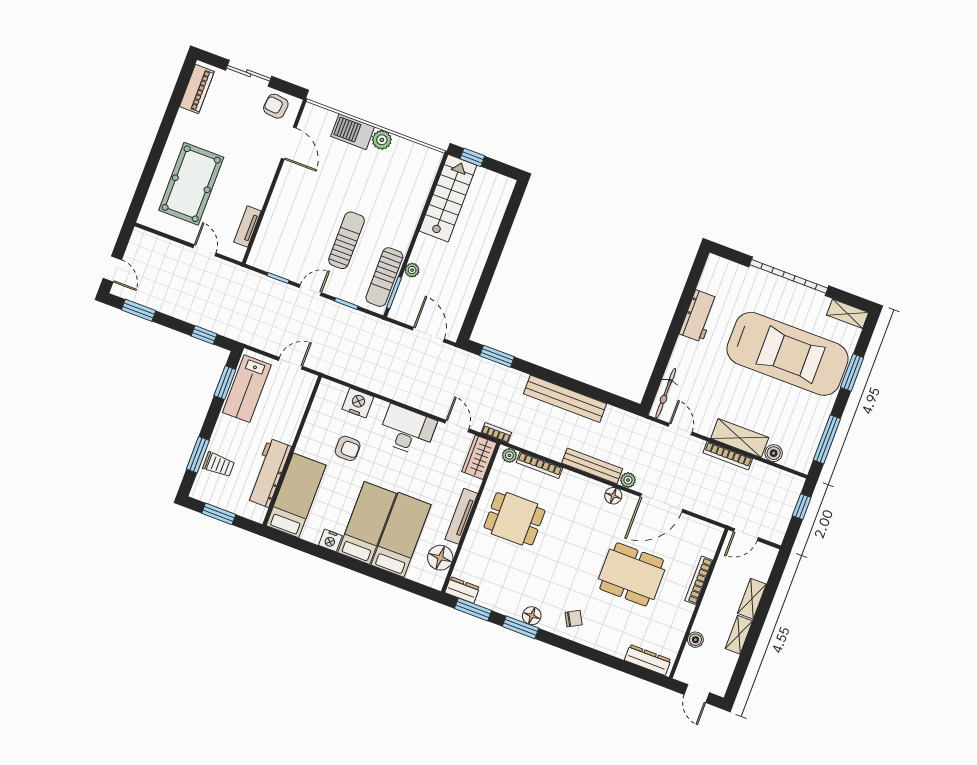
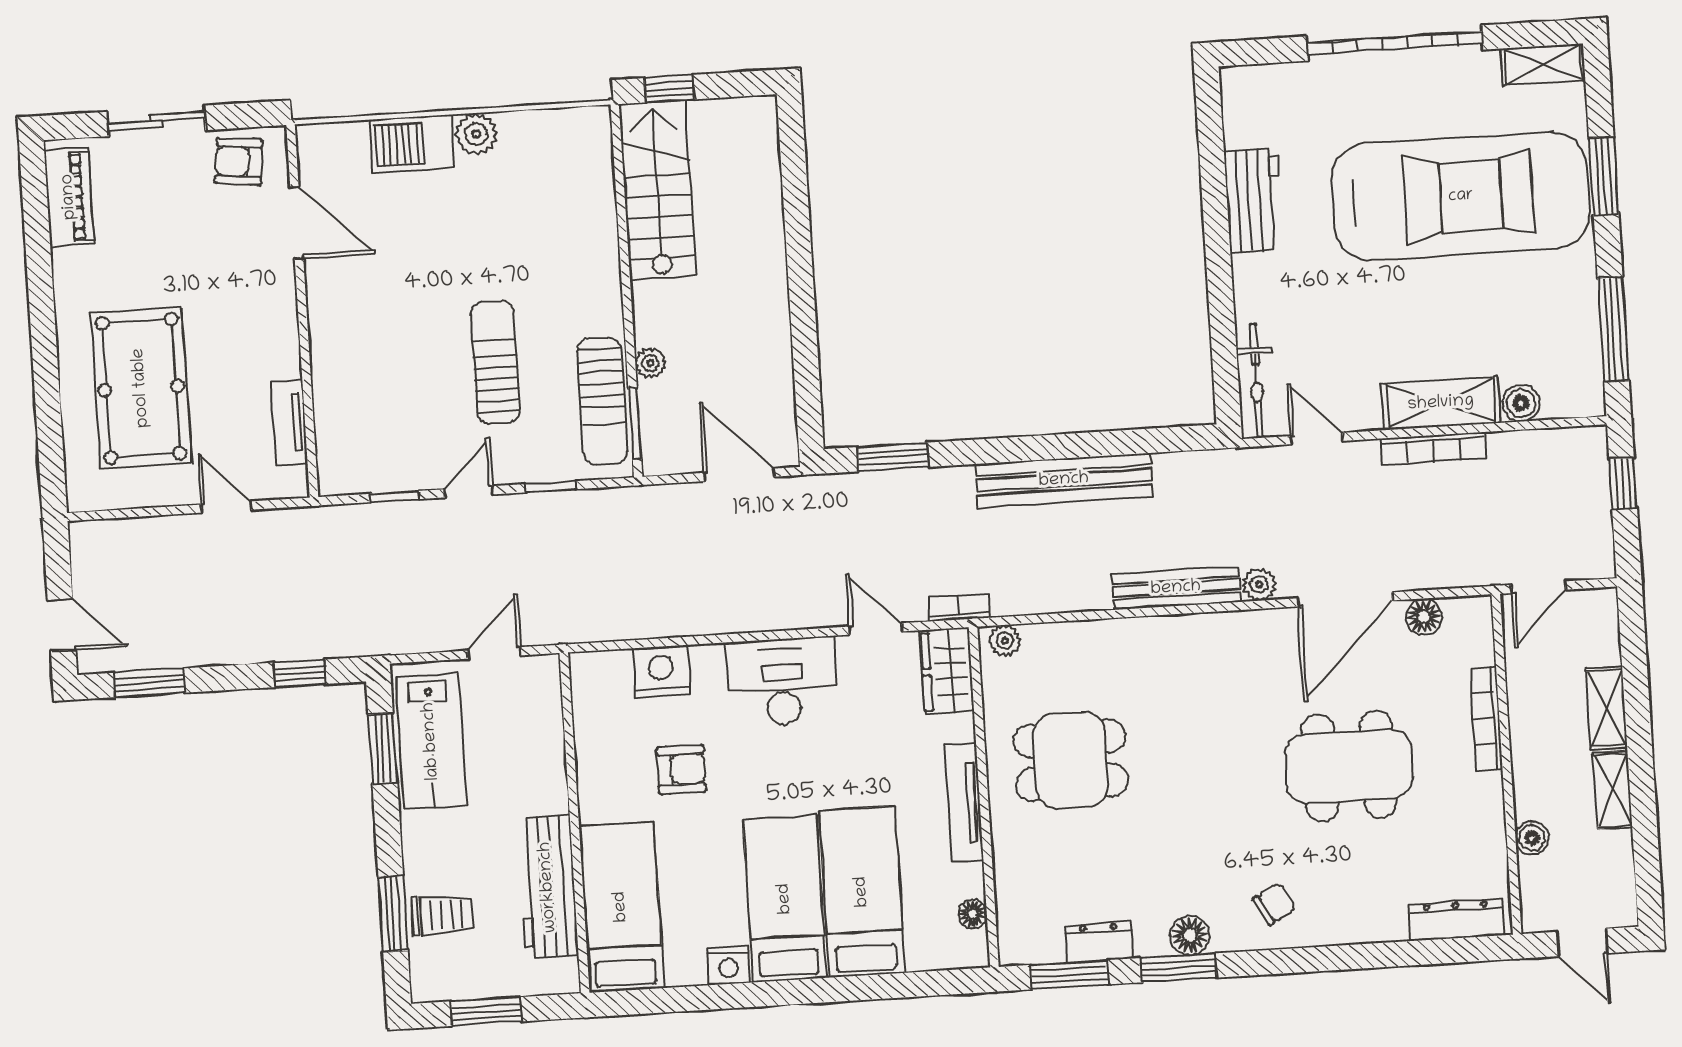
bookcase: (539, 465) -> (1072, 633), removed
floor lamp: (613, 496) -> (1424, 617), moved
floor lamp: (440, 558) -> (973, 914), width x0.53, depth x0.53
dresser: (462, 590) -> (1099, 942), moved

